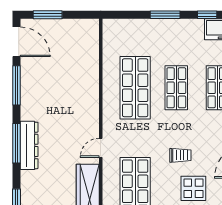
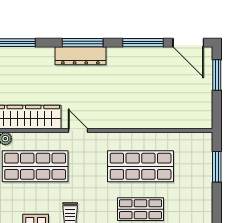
window: (165, 15) -> (217, 167), moved
door: (16, 42) -> (188, 43), hinge flipped

